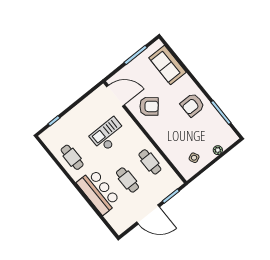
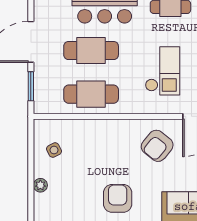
cafe table: (150, 162) -> (91, 94), width x1.37, depth x1.35
cafe table: (127, 180) -> (91, 51), width x1.37, depth x1.35

